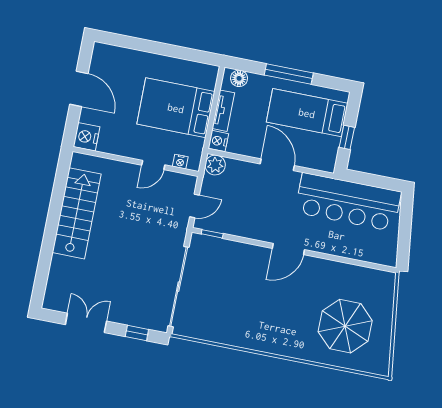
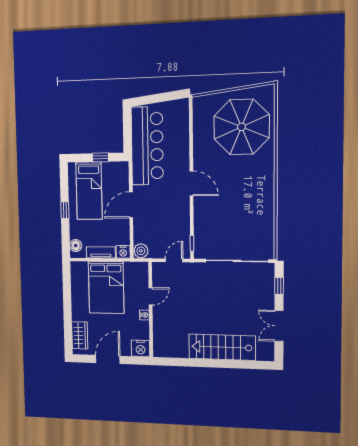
wardrobe: (118, 57) -> (80, 335), added
window: (289, 74) -> (65, 210), width x0.46
nightstand: (180, 162) -> (144, 315), moved
door: (153, 165) -> (150, 296), hinge flipped
door: (194, 206) -> (174, 260), hinge flipped
stairs: (77, 213) -> (222, 347), moved
parasol: (345, 326) -> (242, 127), width x1.36, depth x1.36

